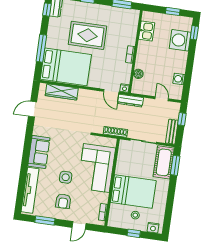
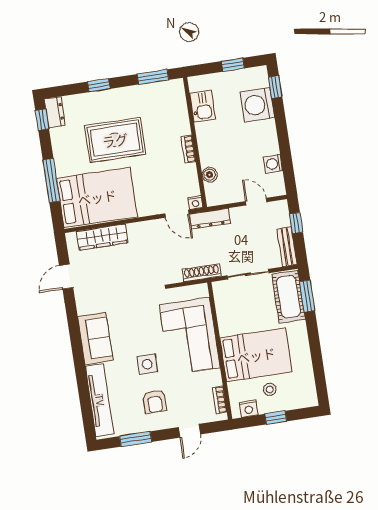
nightstand: (153, 228) -> (249, 409), moved

